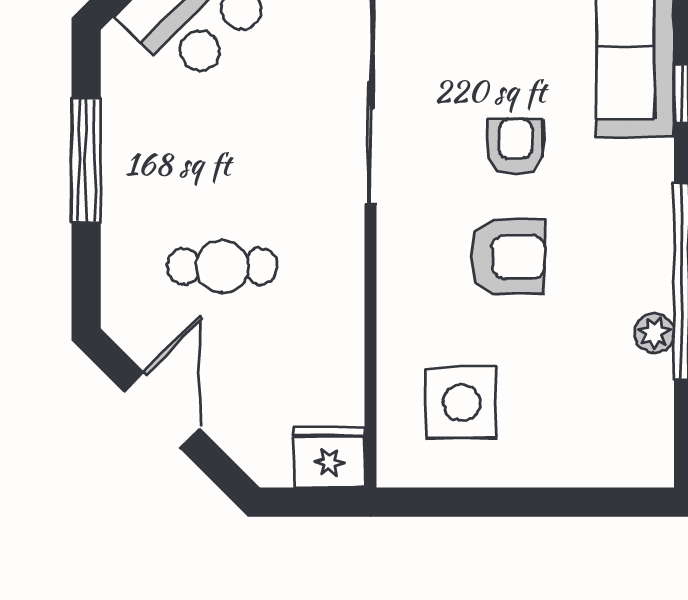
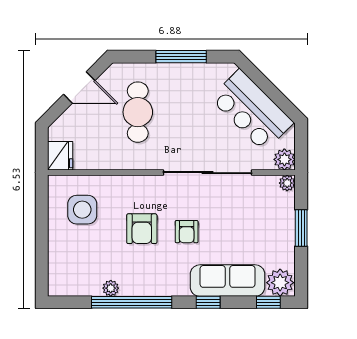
armchair: (515, 147) -> (187, 232), turned 90
cafe table: (222, 267) -> (138, 112), width x1.37, depth x1.35

